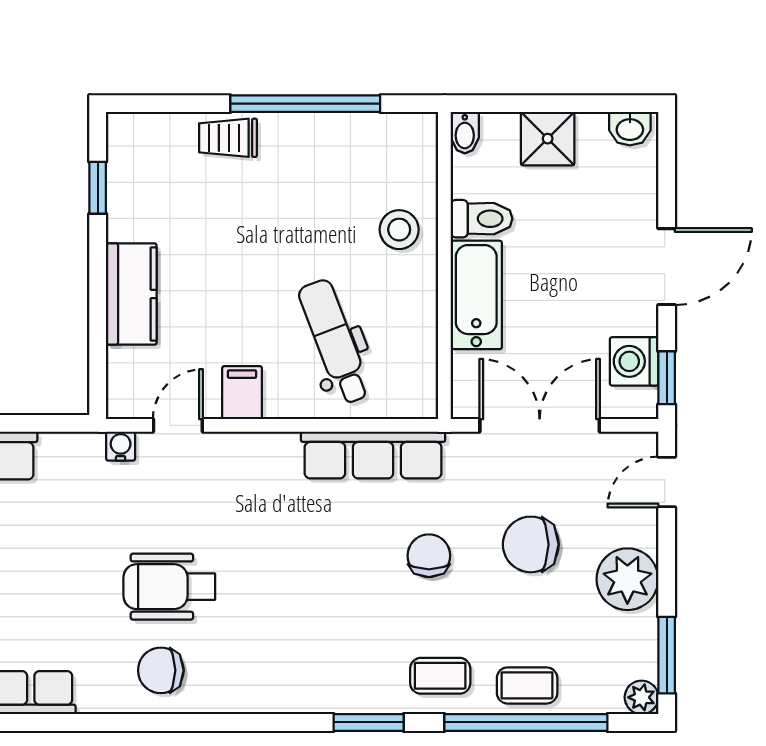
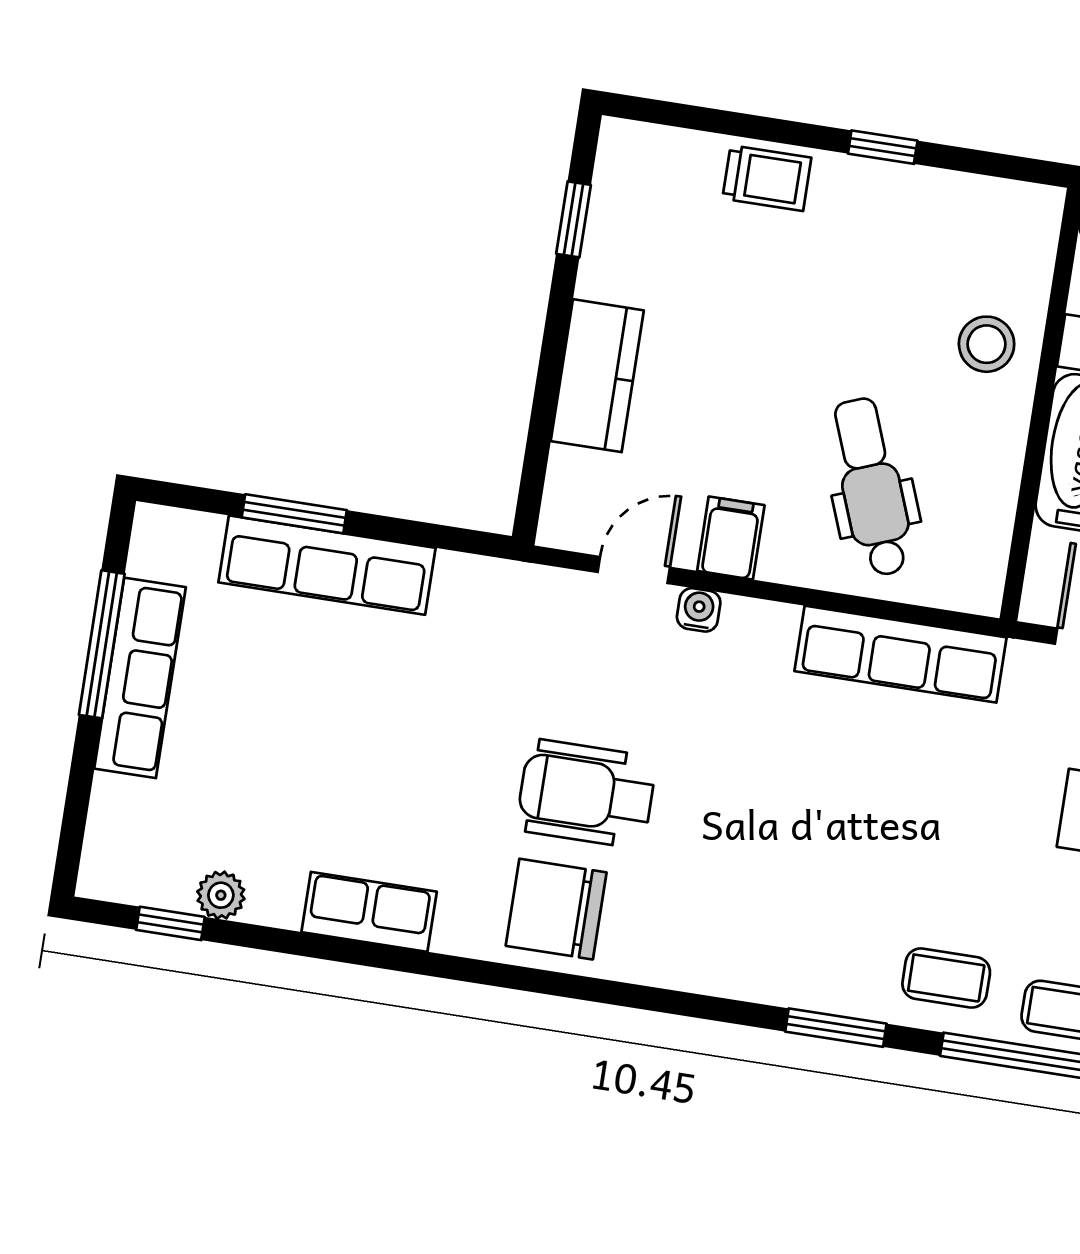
window: (305, 104) -> (883, 147), width x0.32
trolley: (228, 138) -> (767, 178), turned 180
water cooler: (121, 446) -> (699, 610), moved
chair: (429, 556) -> (957, 807), removed
chair: (161, 670) -> (556, 909), width x1.37, depth x1.37

